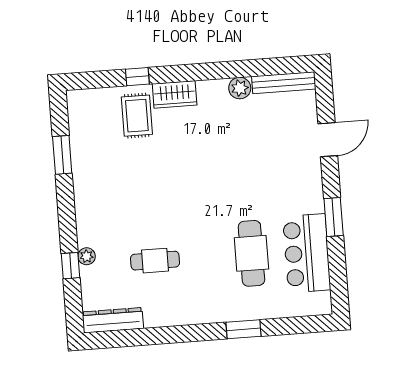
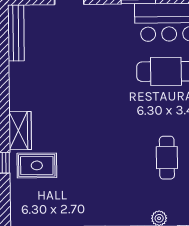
plant: (240, 88) -> (18, 72), removed

